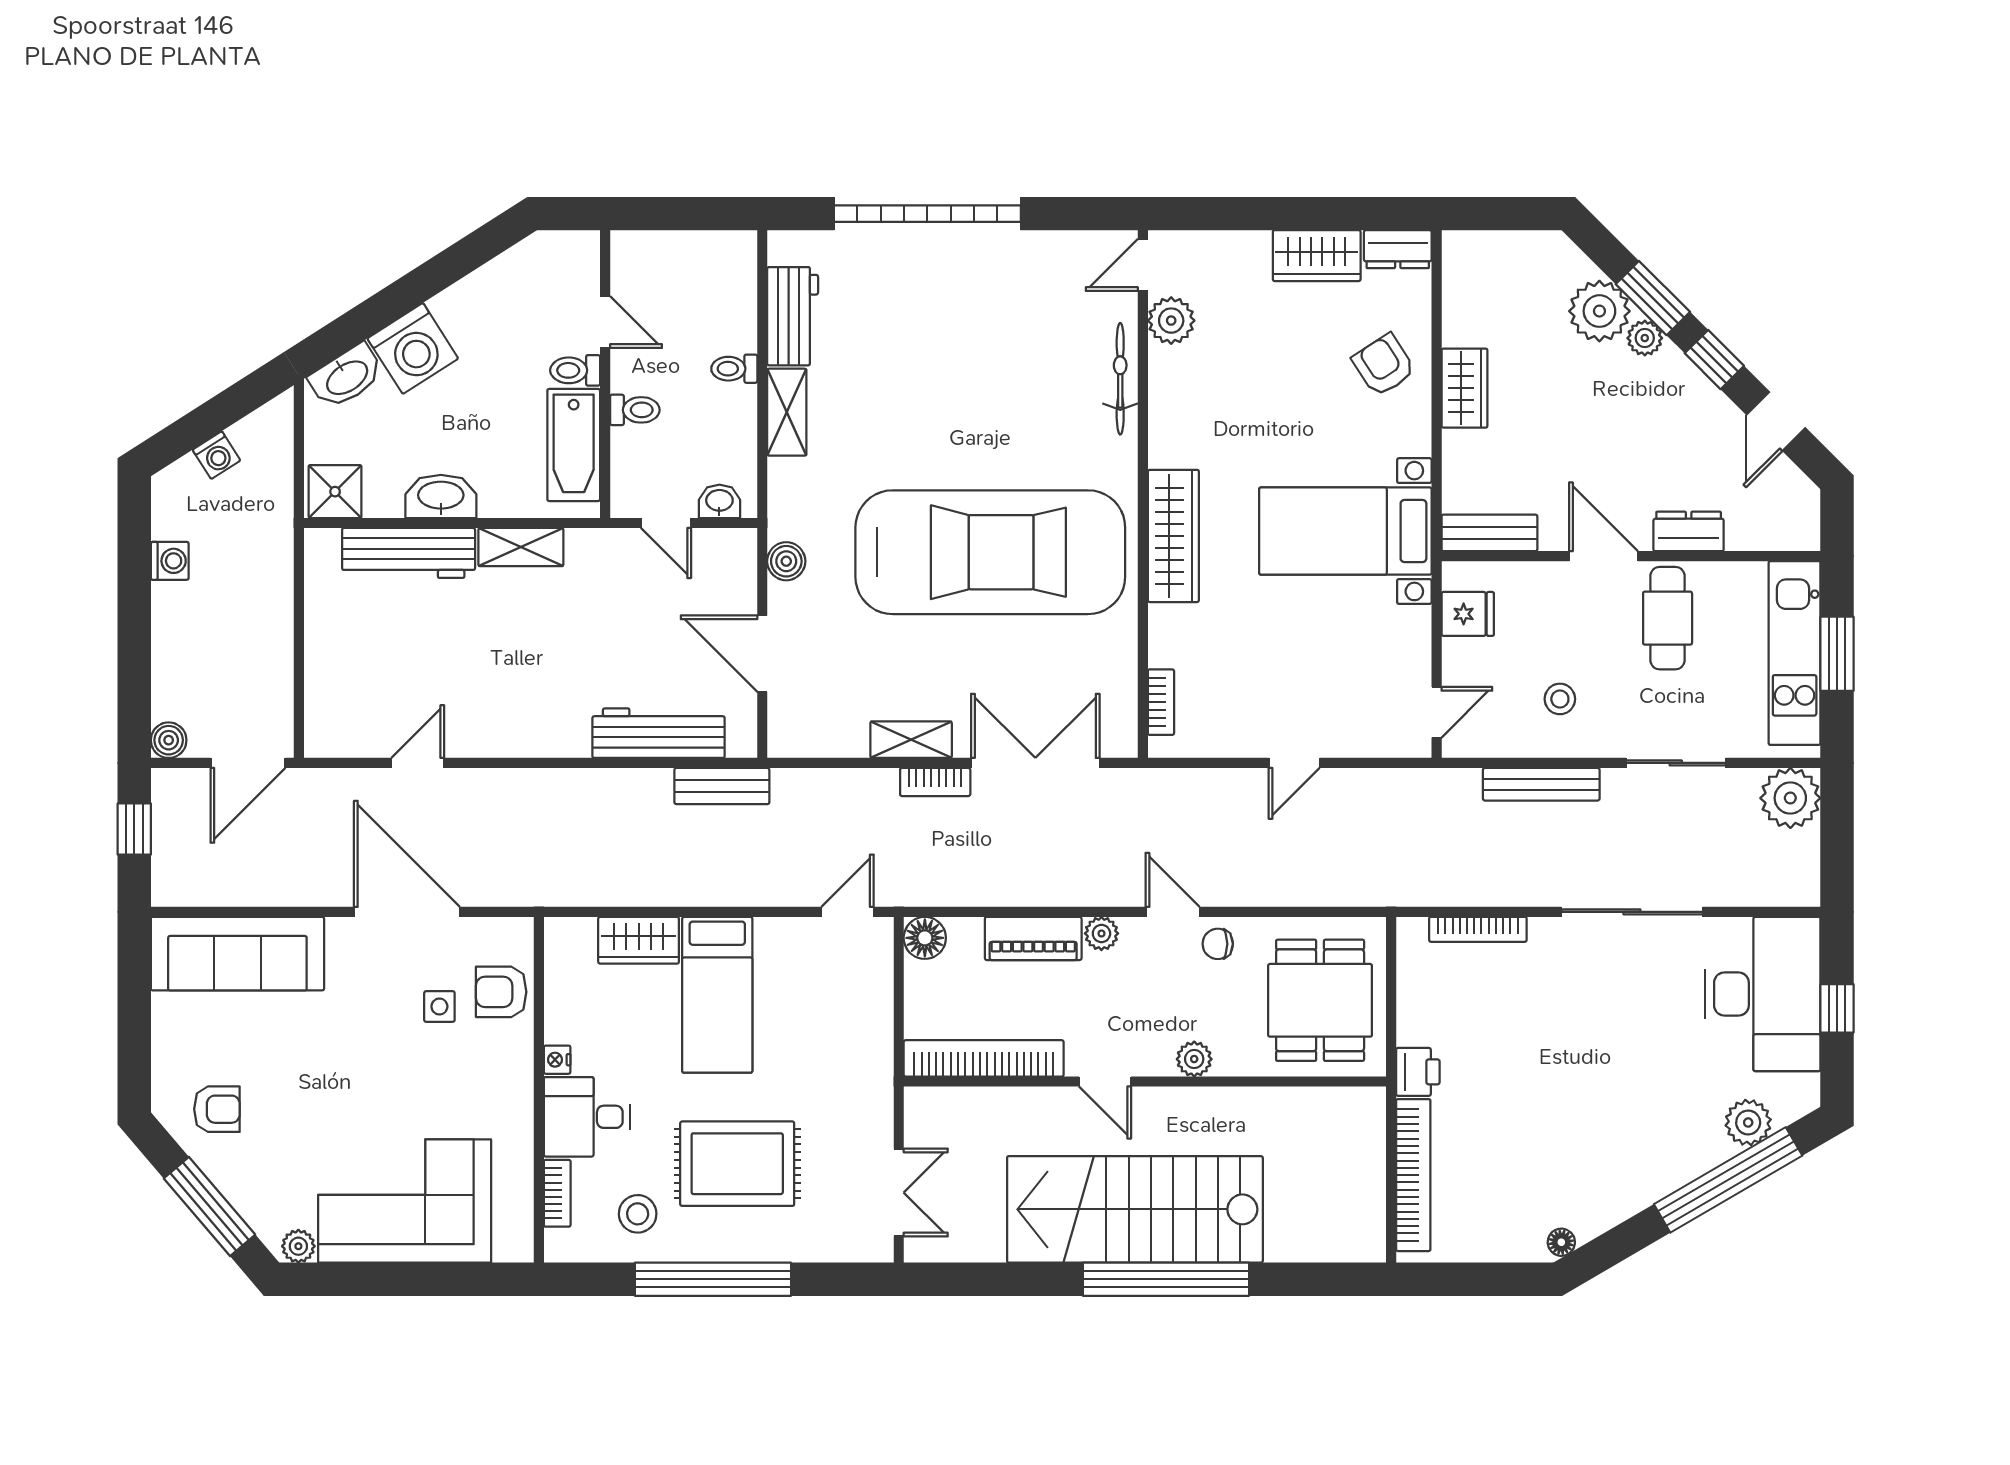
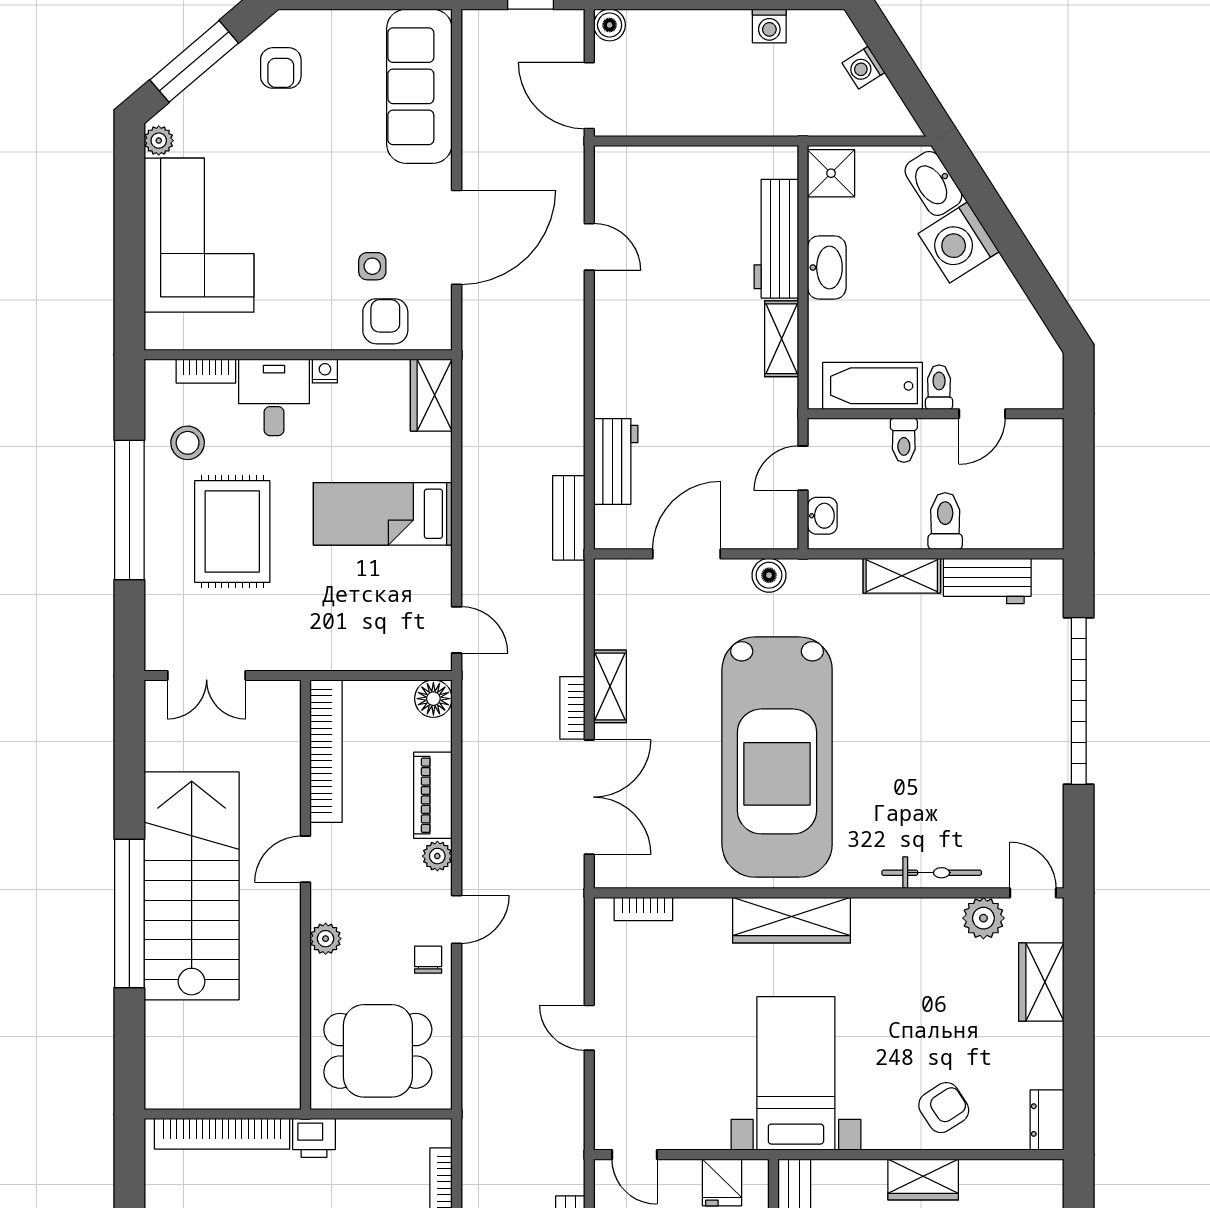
wardrobe: (1317, 256) -> (1041, 982), moved
toilet: (734, 369) -> (945, 521), width x1.37, depth x1.39
workbench: (659, 733) -> (616, 461), width x0.73
wardrobe: (639, 940) -> (431, 395), moved

